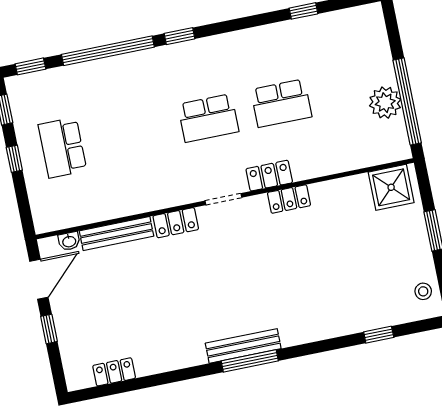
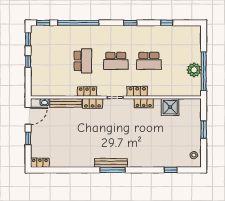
window: (180, 36) -> (130, 23), moved
school desk: (62, 148) -> (83, 61), moved, turned 180
shower: (391, 187) -> (170, 107), moved
locker: (158, 199) -> (87, 92), added
locker: (114, 372) -> (40, 163), moved

